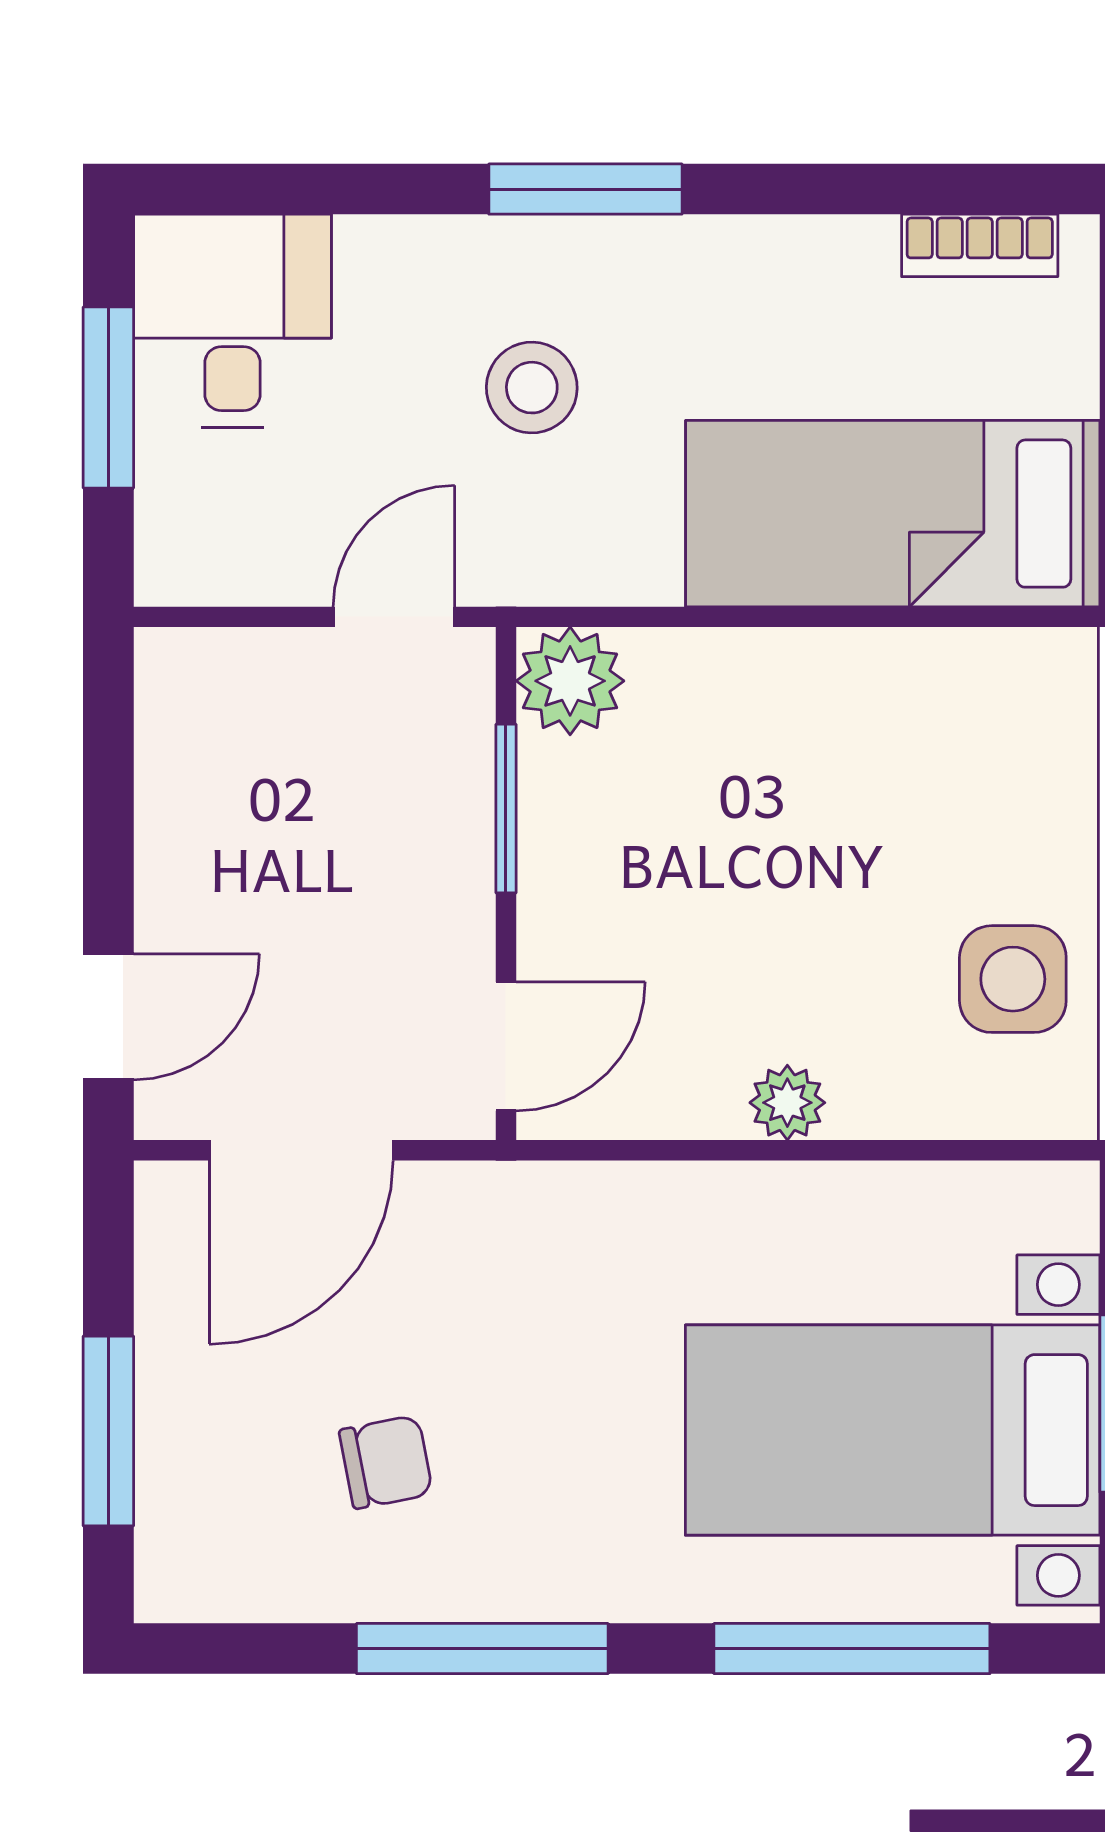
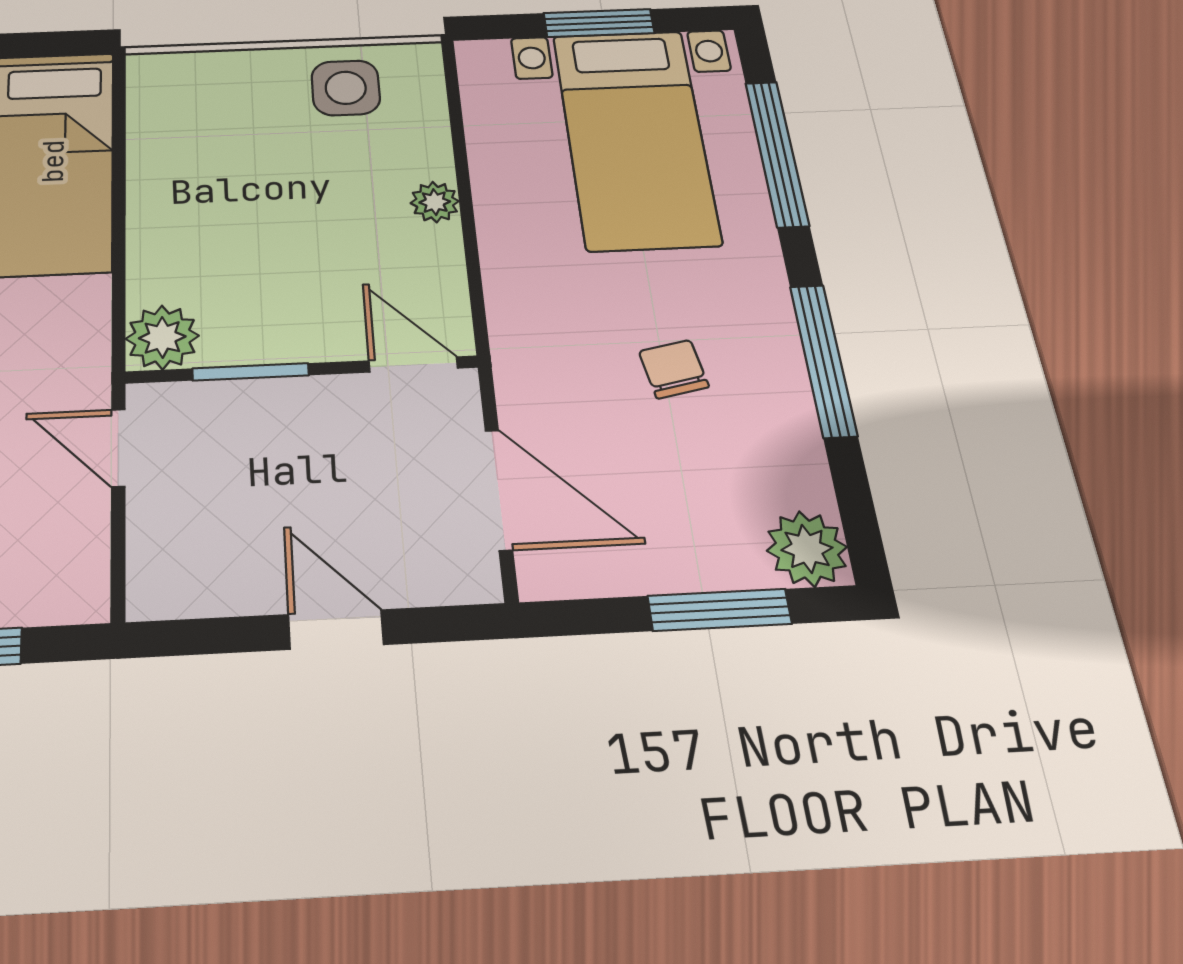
door: (108, 1017) -> (336, 629), moved
chair: (386, 1462) -> (674, 369), moved
plant: (190, 1567) -> (807, 549), added

